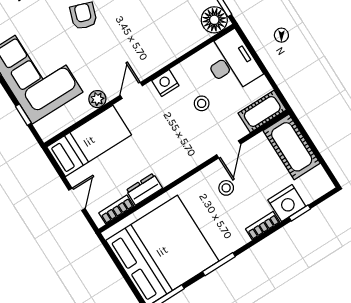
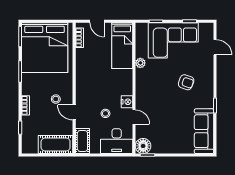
door: (131, 90) -> (134, 117), moved
dresser: (144, 189) -> (81, 58), removed
nightstand: (287, 203) -> (29, 124), removed

